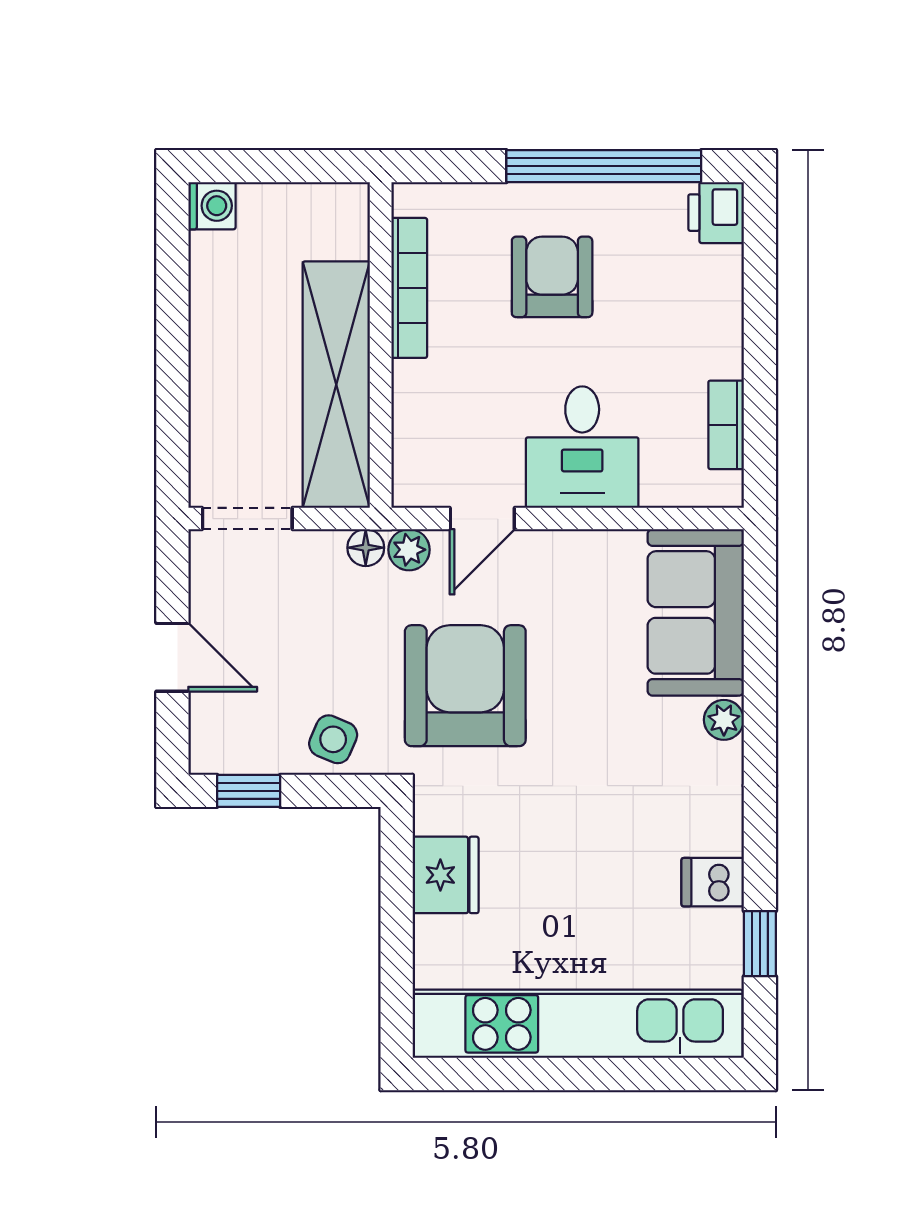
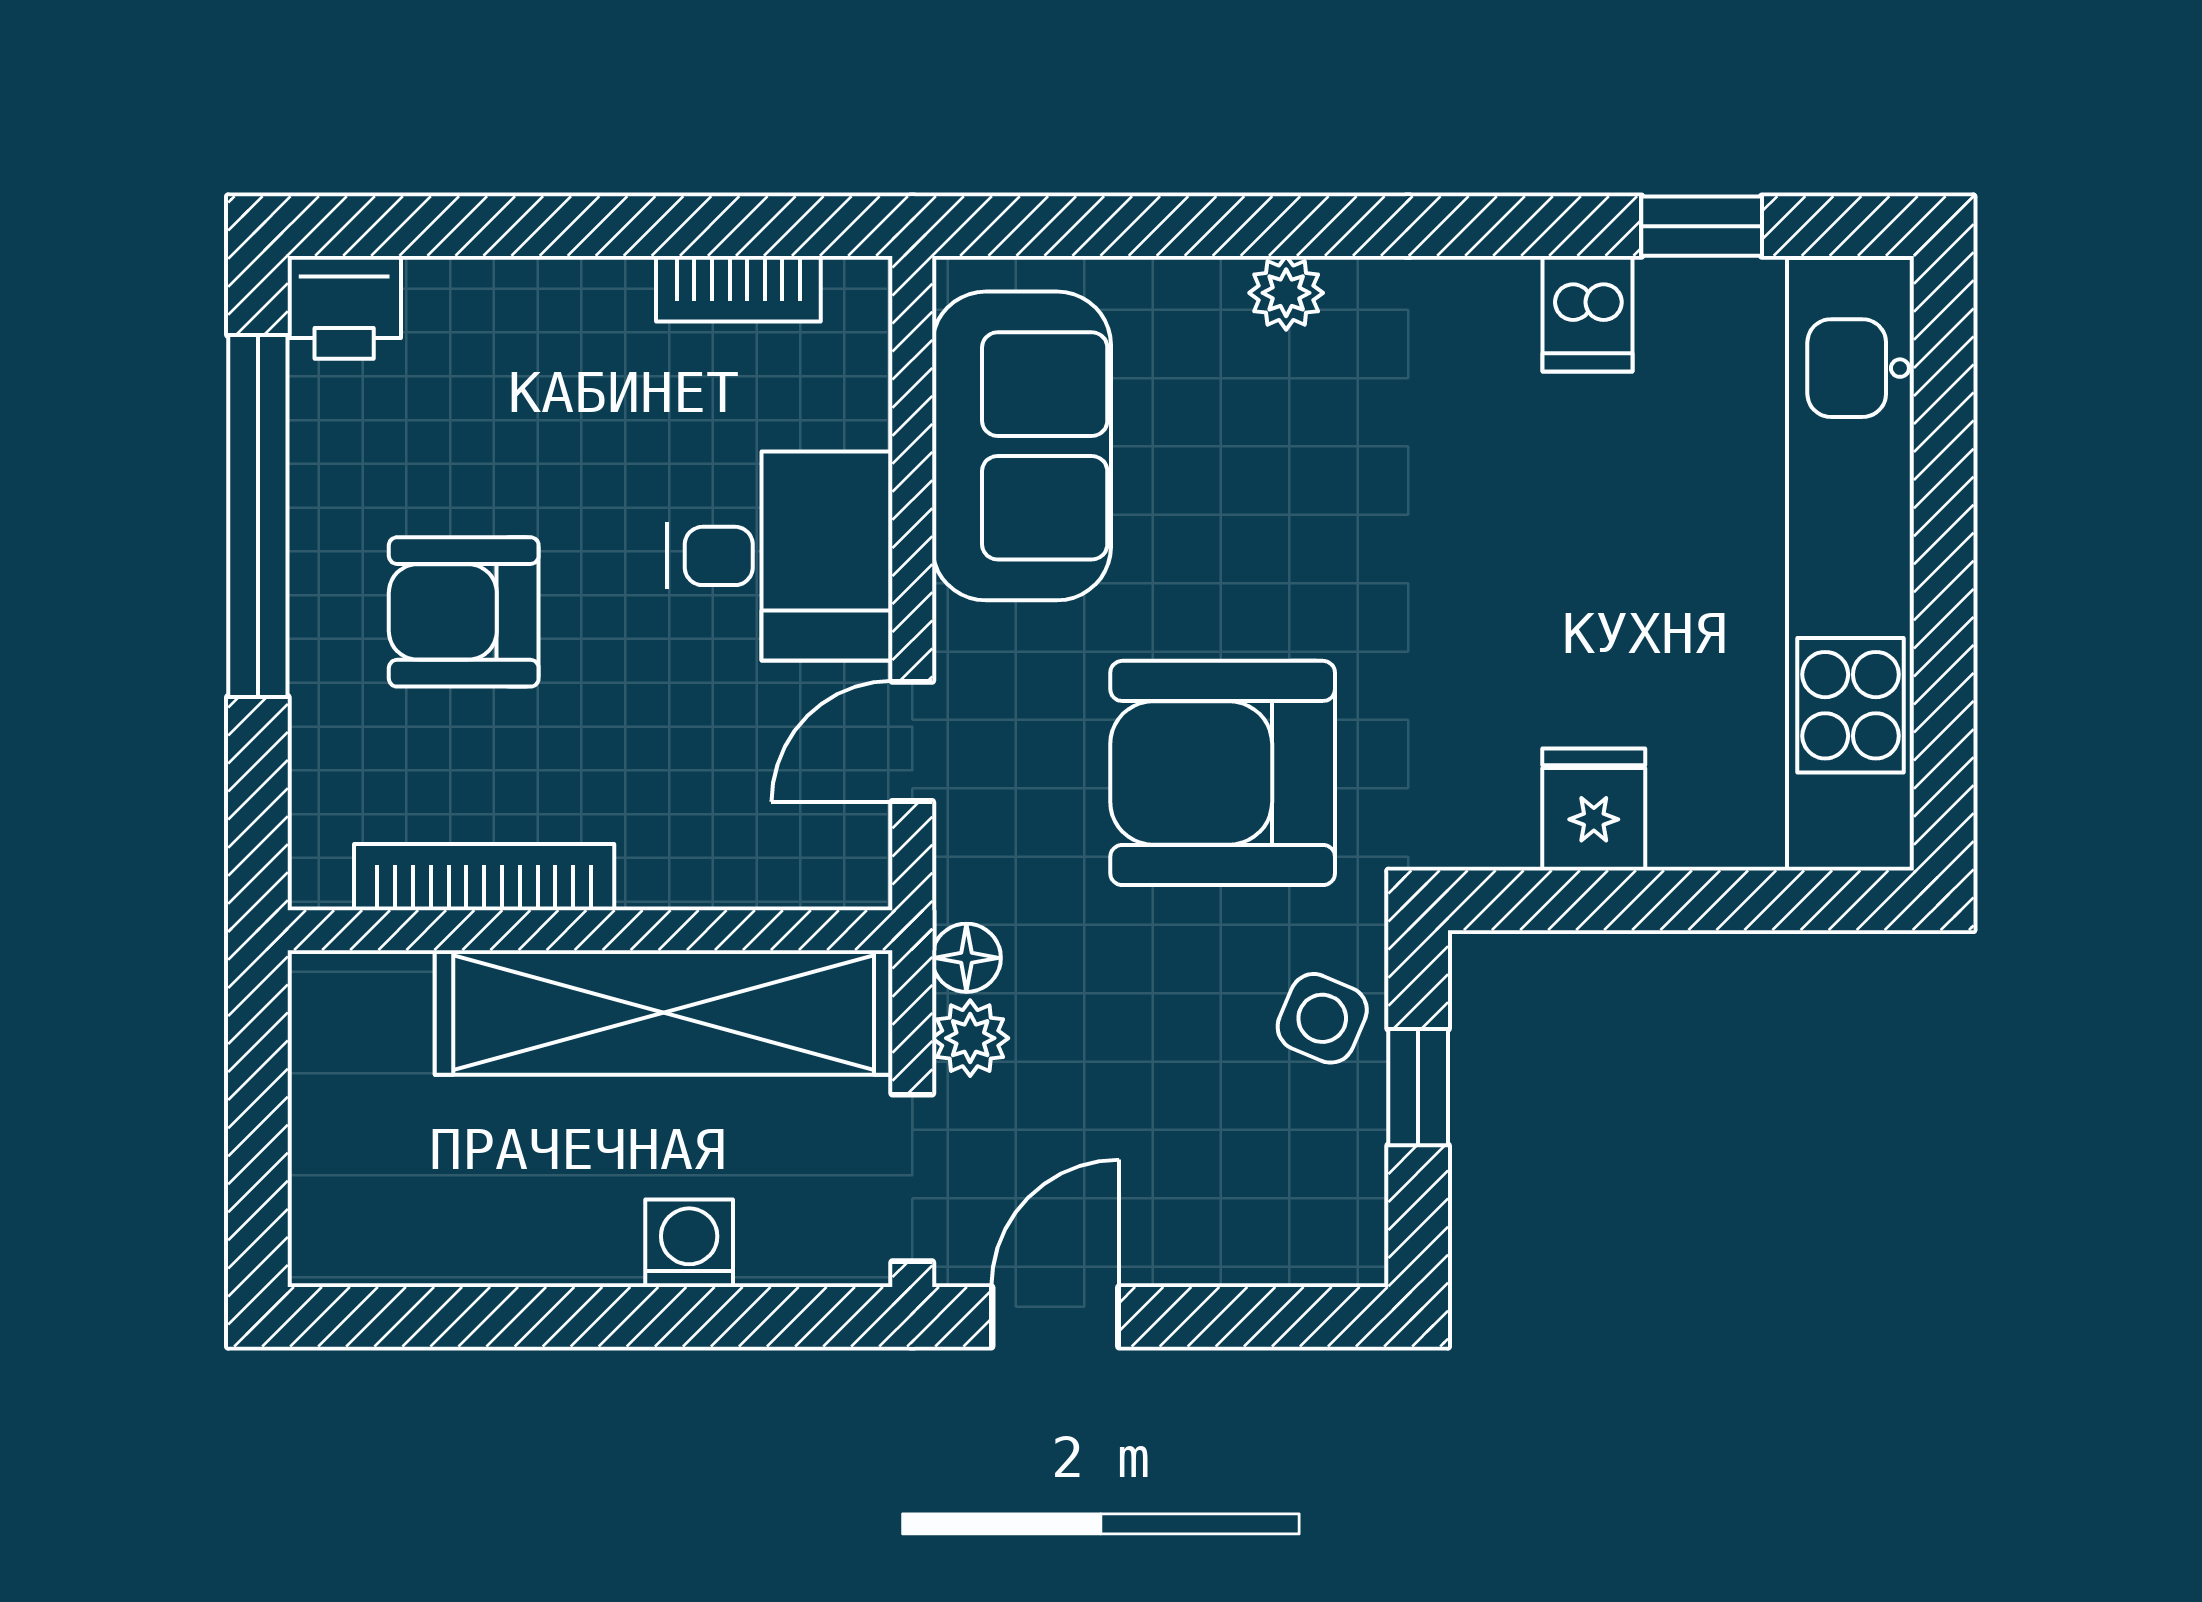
washing machine: (212, 206) -> (689, 1243), moved
door: (482, 519) -> (912, 741), swing flipped
plant: (409, 550) -> (970, 1038), moved
sofa: (696, 612) -> (1021, 446), moved, turned -90
door: (172, 657) -> (1055, 1317), moved
window: (249, 791) -> (1418, 1087), moved
fridge: (446, 875) -> (1594, 809), width x0.72

